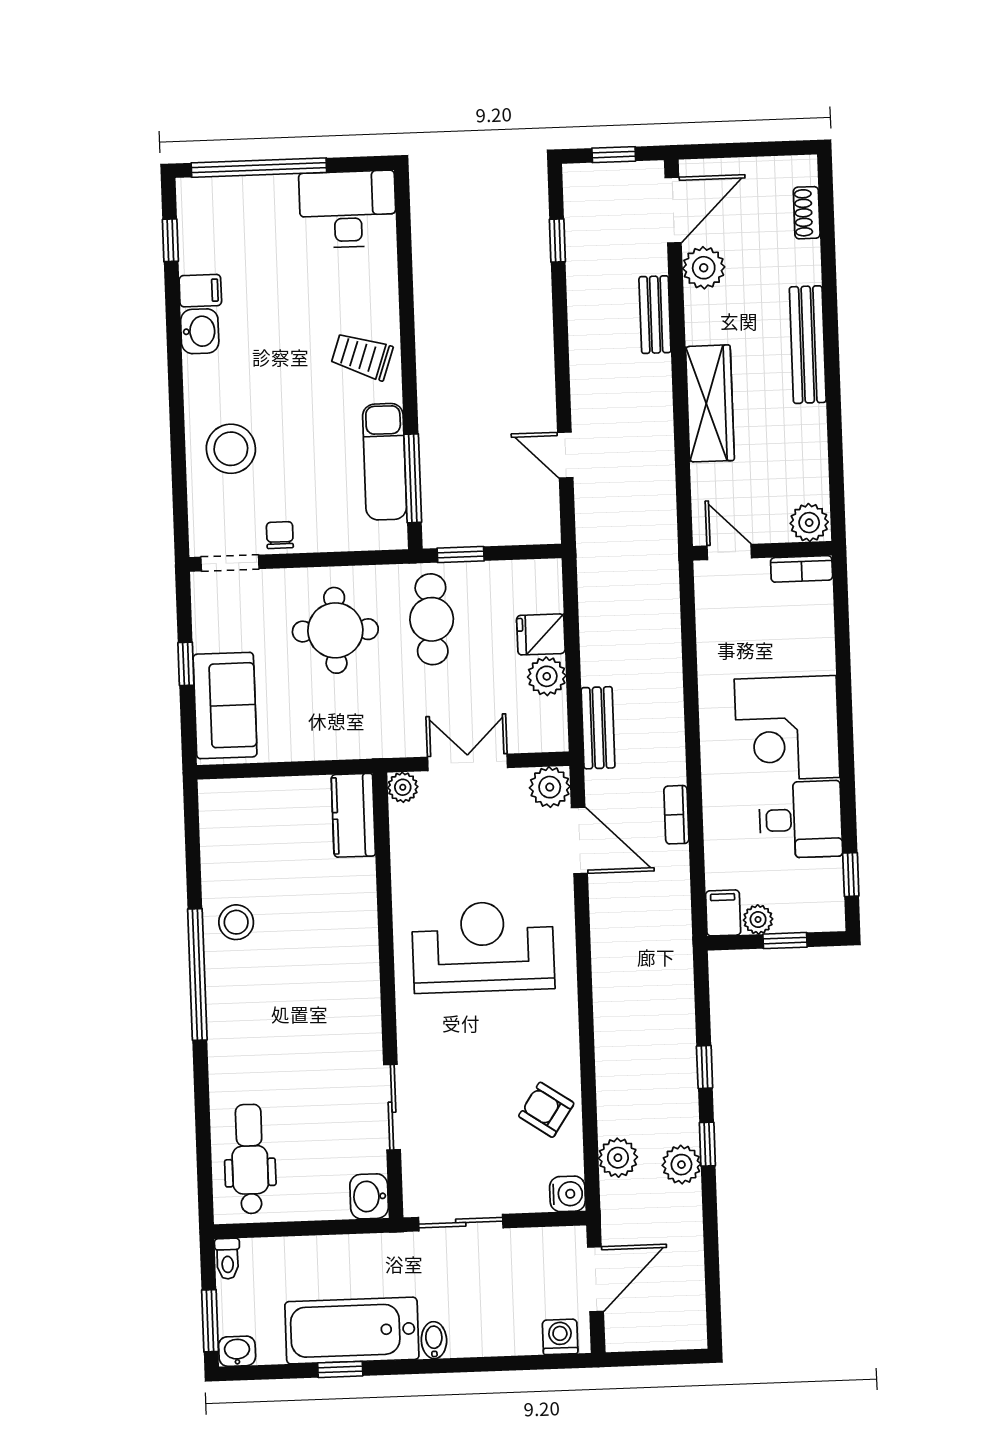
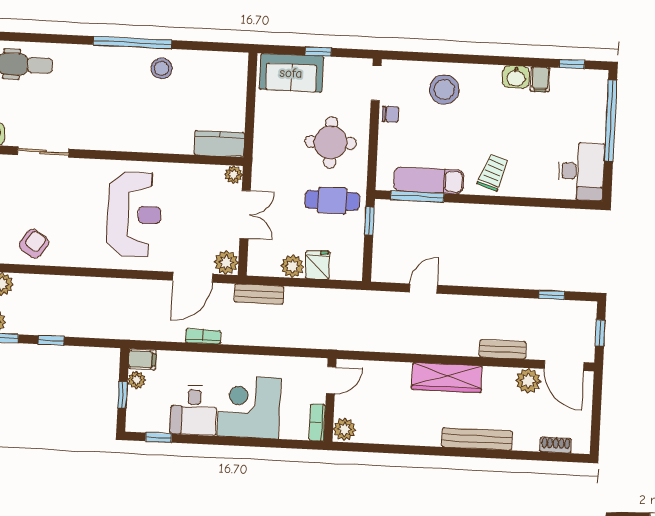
plant: (809, 523) -> (344, 429), moved
wall: (762, 551) -> (330, 400), moved
door: (729, 552) -> (331, 380), moved
bookcase: (802, 569) -> (317, 422), moved

